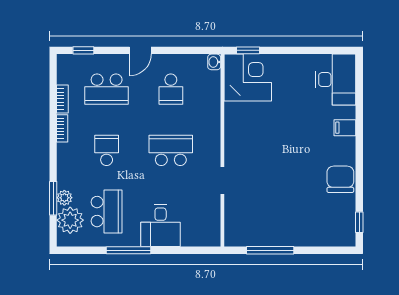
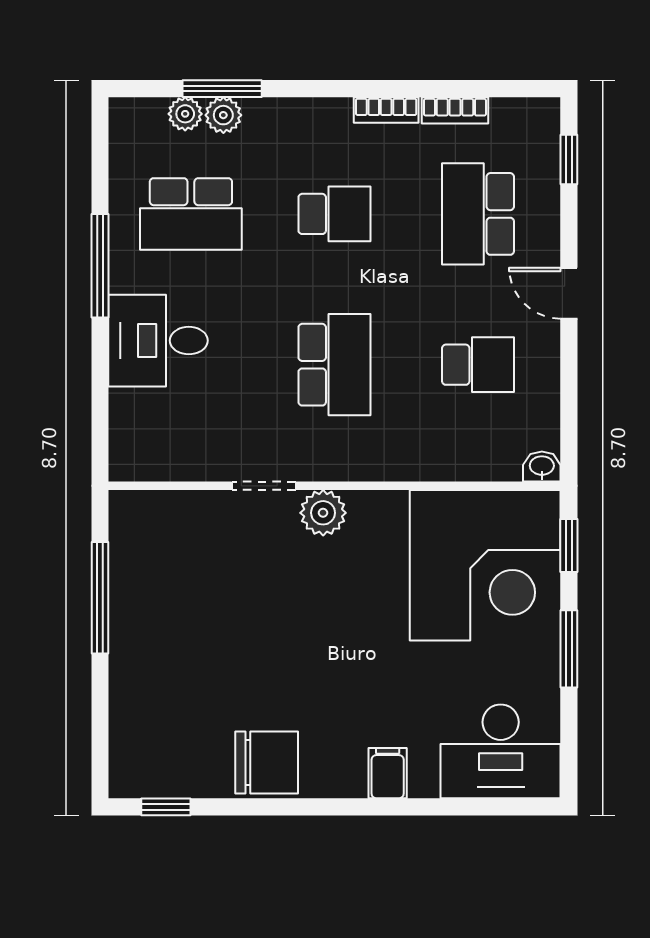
window: (292, 50) -> (569, 649), added
corner desk: (248, 78) -> (485, 565), width x1.36, depth x1.36
school desk: (171, 89) -> (478, 365), turned 180
plant: (234, 155) -> (323, 513), added
plant: (70, 220) -> (185, 114), width x0.53, depth x0.53

